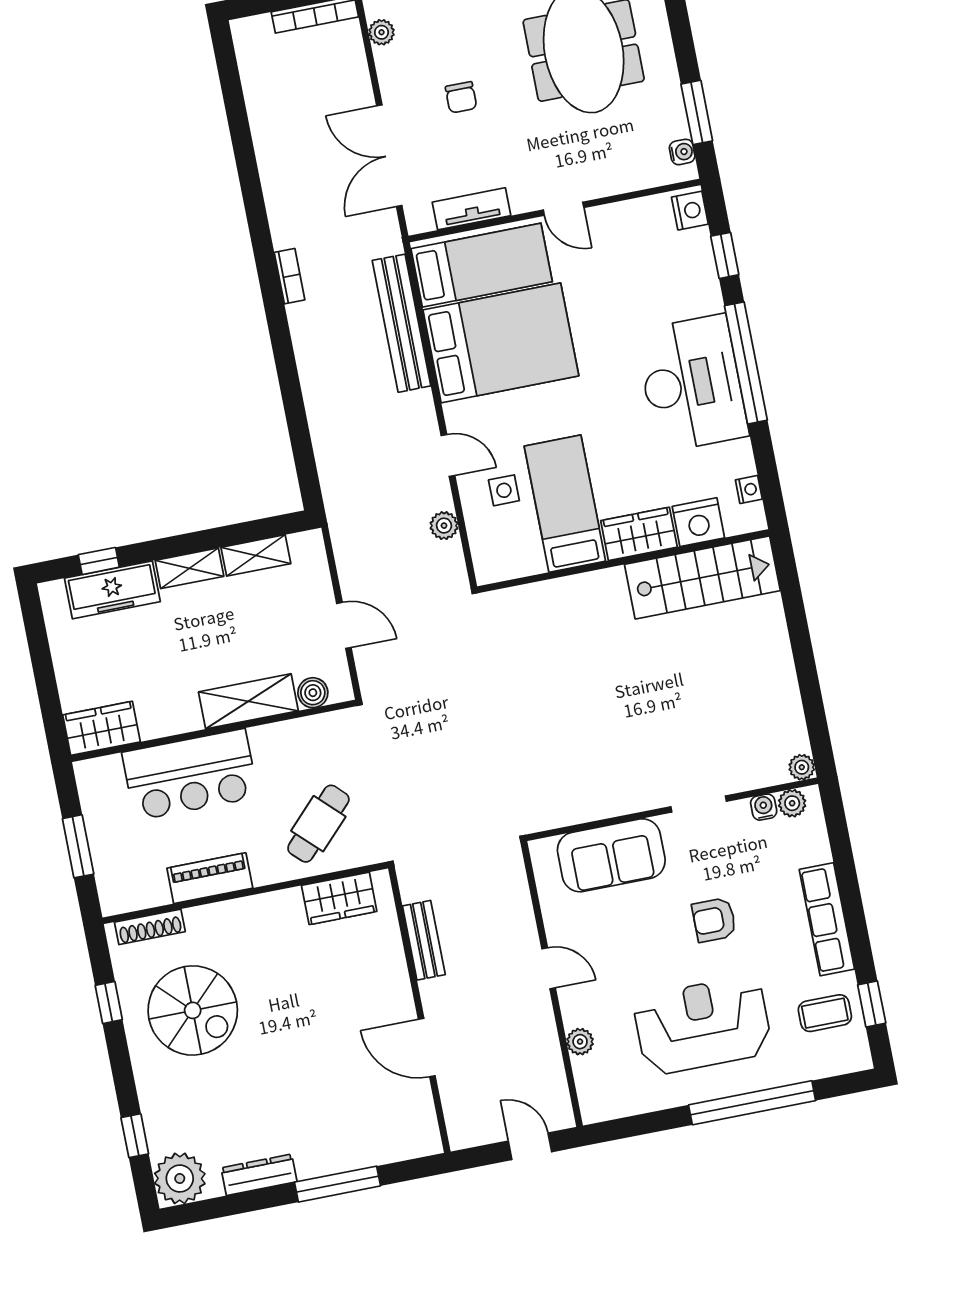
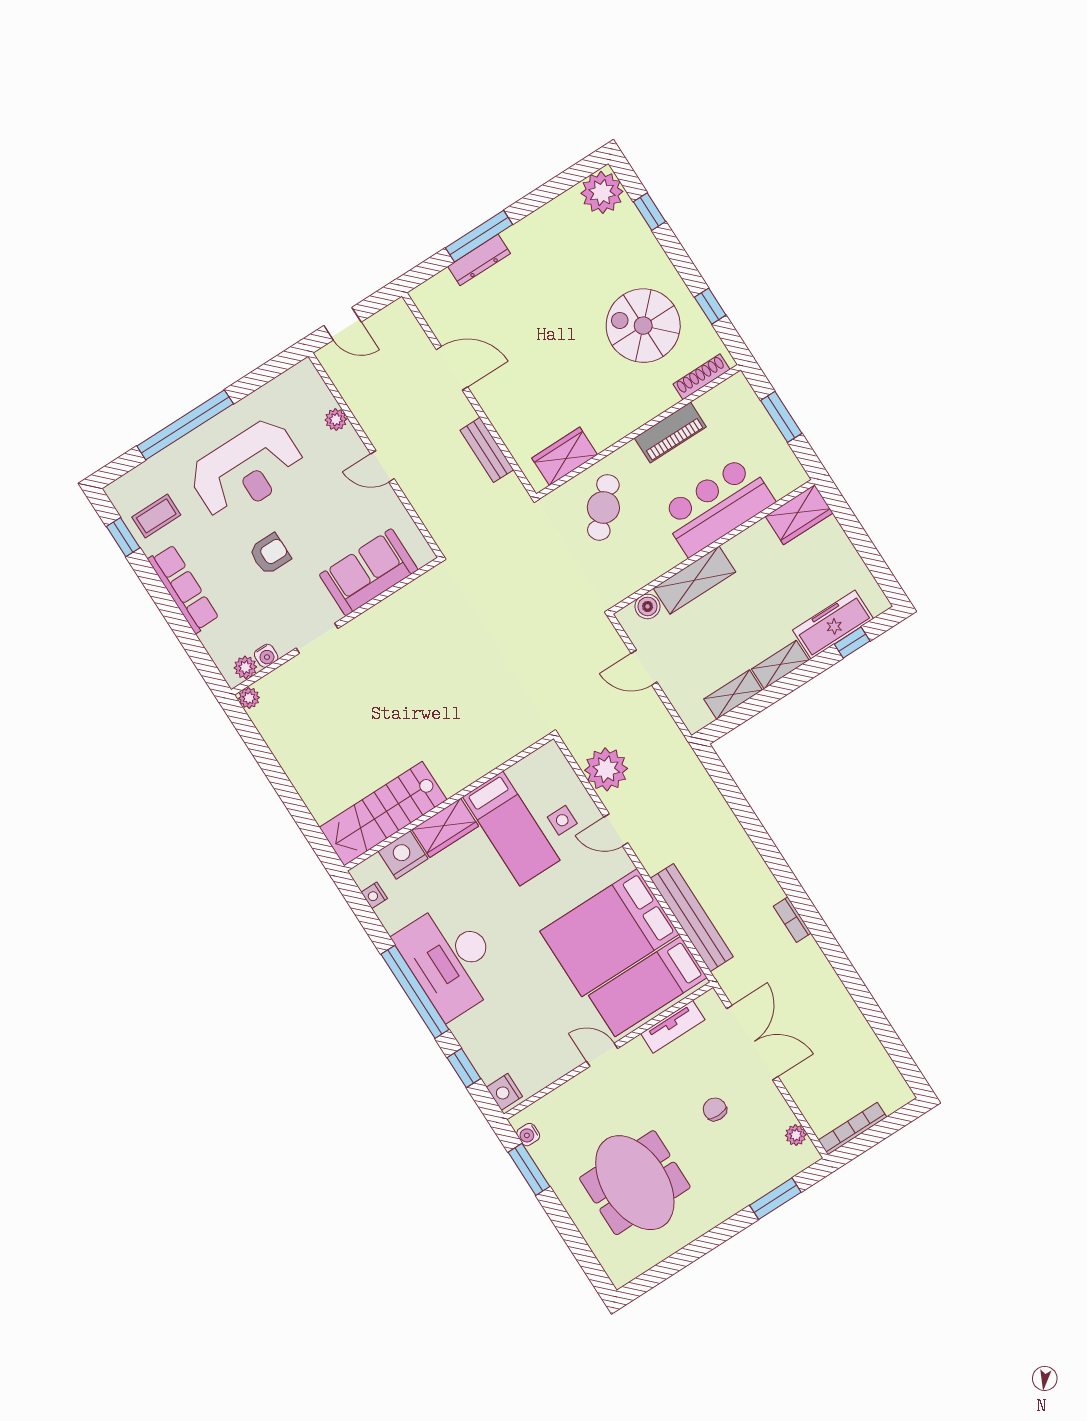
plant: (444, 526) -> (606, 769), width x1.88, depth x1.88
dresser: (259, 1175) -> (479, 260), moved

